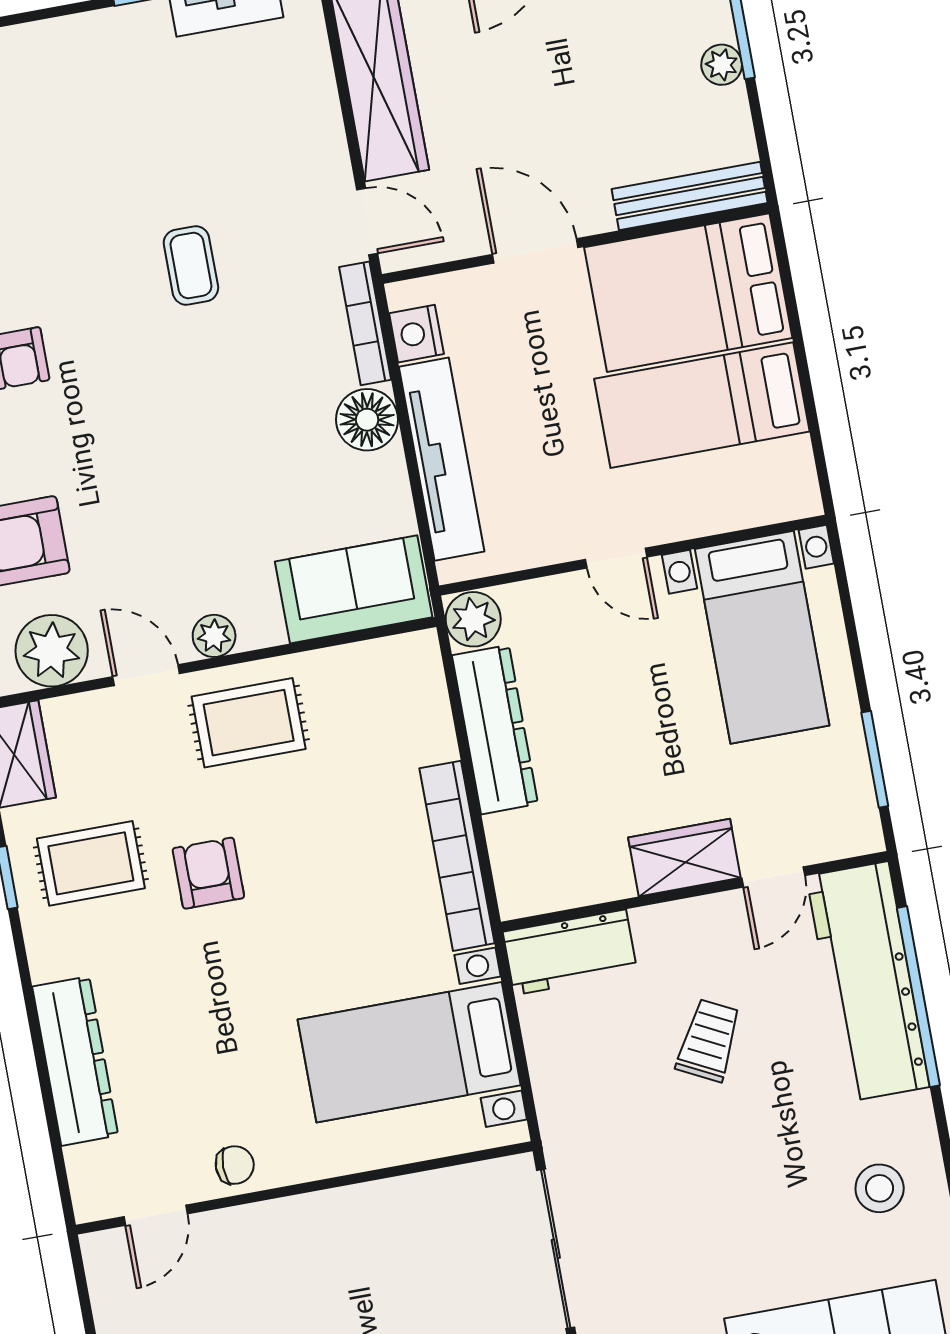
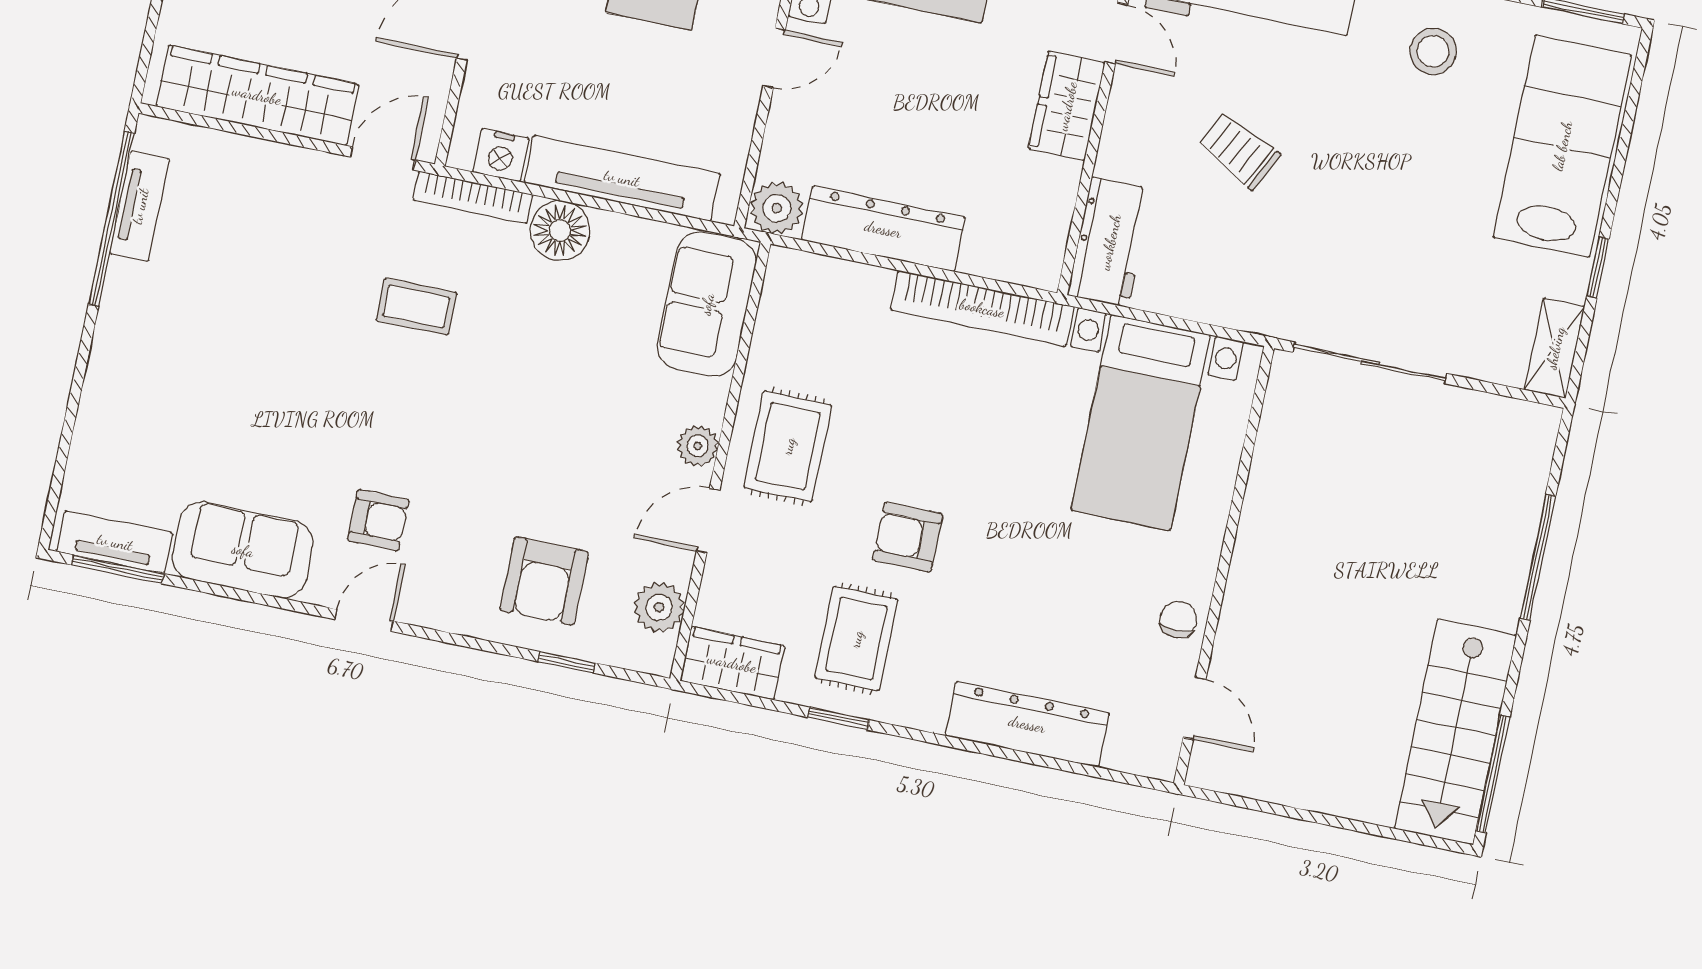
coffee table: (191, 265) -> (416, 307), moved
plant: (52, 651) -> (659, 607), width x0.73, depth x0.73

